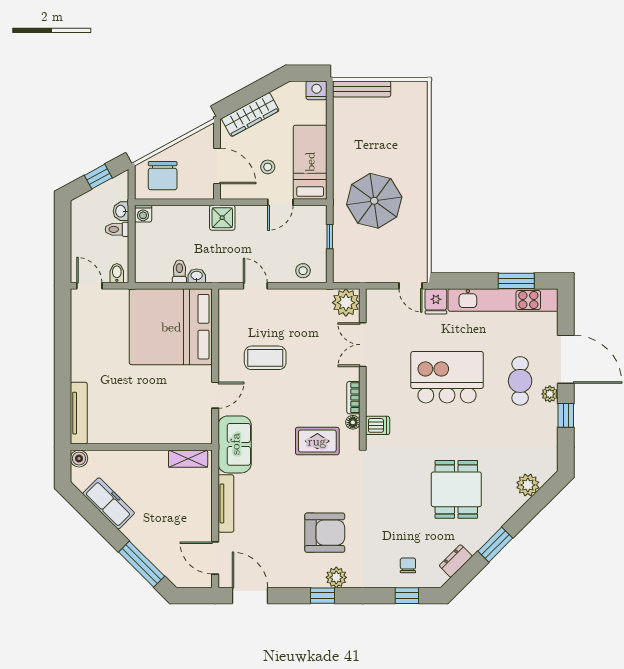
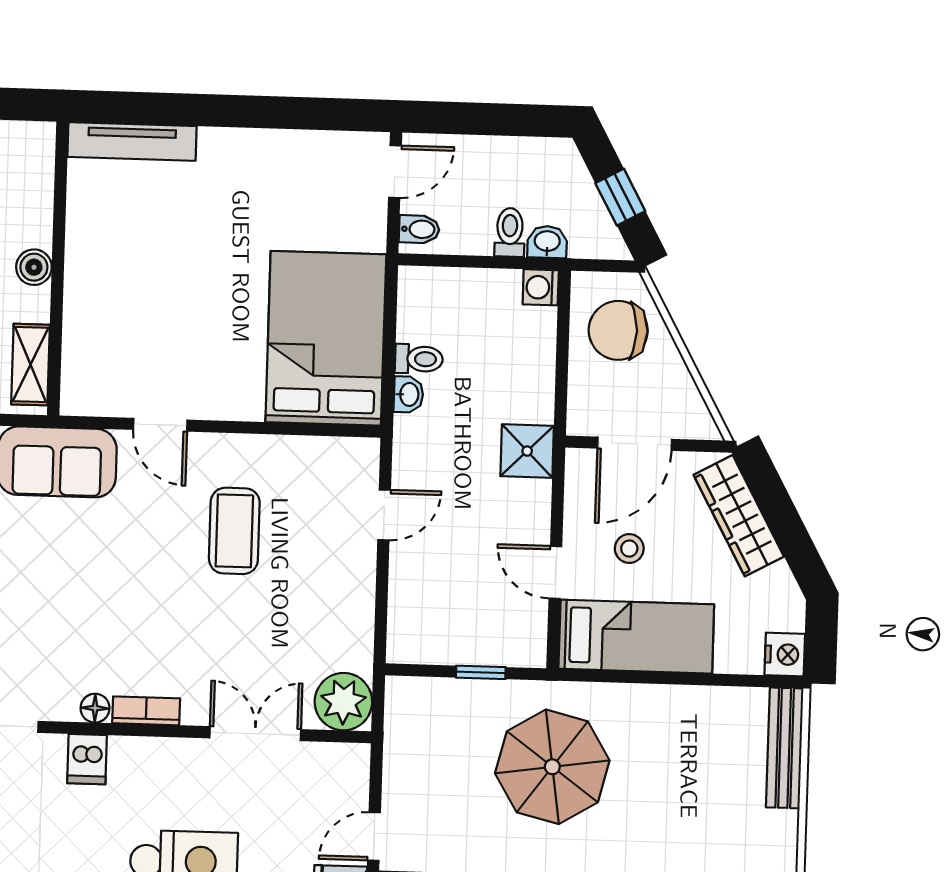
stool: (303, 271) -> (412, 615), removed
bed: (171, 327) -> (326, 338), width x0.73
rug: (317, 441) -> (59, 633), removed
boiler: (79, 458) -> (34, 267), moved

